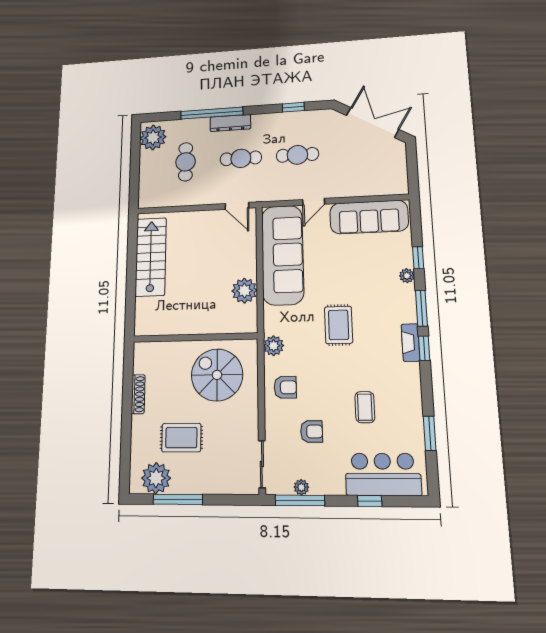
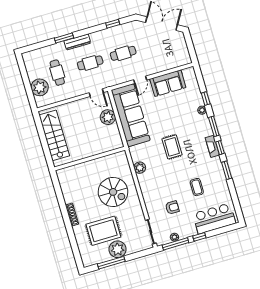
window: (212, 113) -> (64, 38), width x0.47
plant: (153, 137) -> (40, 87), moved
sofa: (369, 217) -> (168, 83), width x0.73
plant: (244, 291) -> (108, 117), moved
wall: (195, 337) -> (90, 159), moved
spiral stairs: (217, 375) -> (113, 192), turned 180
armchair: (285, 387) -> (152, 188), removed
window: (430, 433) -> (227, 170), moved
rug: (181, 438) -> (103, 231), width x1.36, depth x1.43
plant: (156, 478) -> (118, 249), moved
window: (370, 501) -> (199, 237), moved

